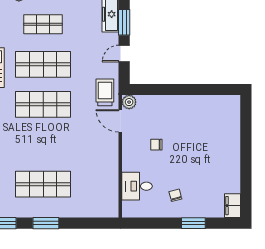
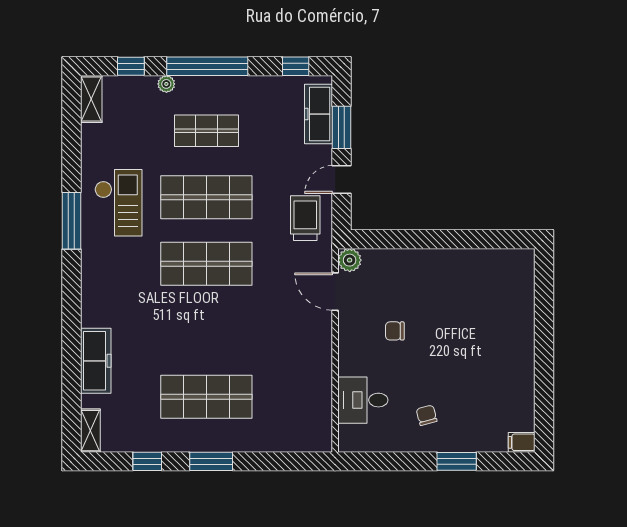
trolley: (105, 92) -> (305, 218), moved
filing cabinet: (232, 206) -> (522, 442), width x0.50

